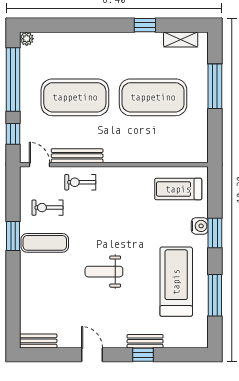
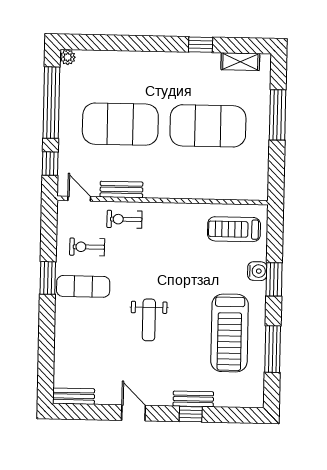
bench: (77, 156) -> (121, 190), width x0.73
weight bench: (104, 272) -> (149, 320), turned -90
treadmill: (176, 282) -> (230, 333), turned 180

